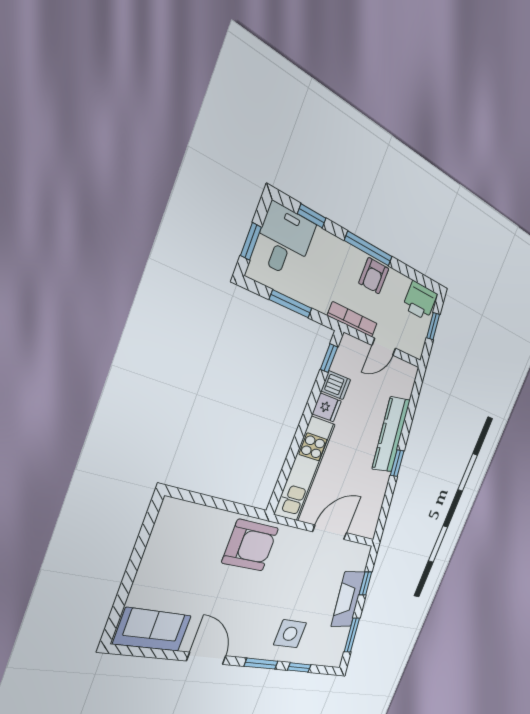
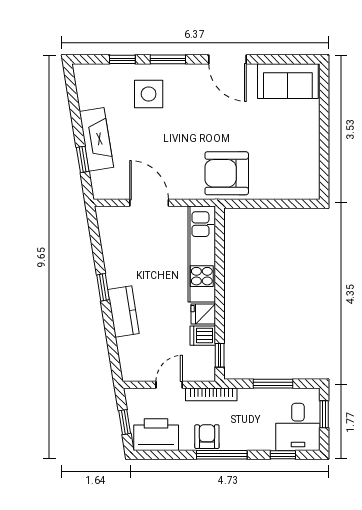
printer: (420, 301) -> (156, 435), width x1.37, depth x1.19
kitchen counter: (391, 435) -> (123, 311), width x0.67
door: (330, 532) -> (149, 203), swing flipped
window: (352, 635) -> (73, 102), removed

